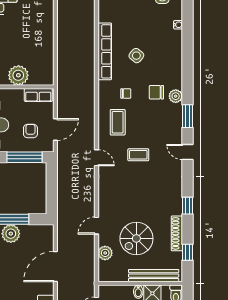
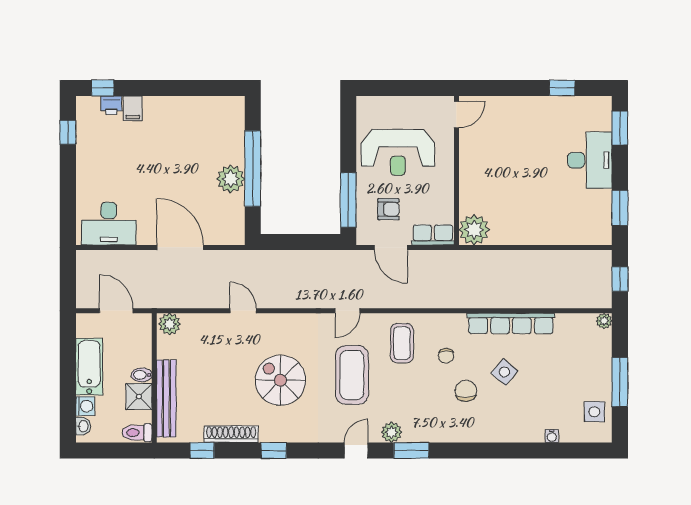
plant: (18, 75) -> (474, 230), moved
chair: (156, 92) -> (466, 391), moved
row of seats: (38, 95) -> (433, 235), moved, turned 90
plant: (176, 96) -> (391, 432), moved
coffee table: (118, 122) -> (402, 343), turned 90
coffee table: (138, 155) -> (352, 375), width x1.86, depth x1.72
spiral stairs: (136, 238) -> (280, 380), moved
plant: (105, 253) -> (170, 324), moved

